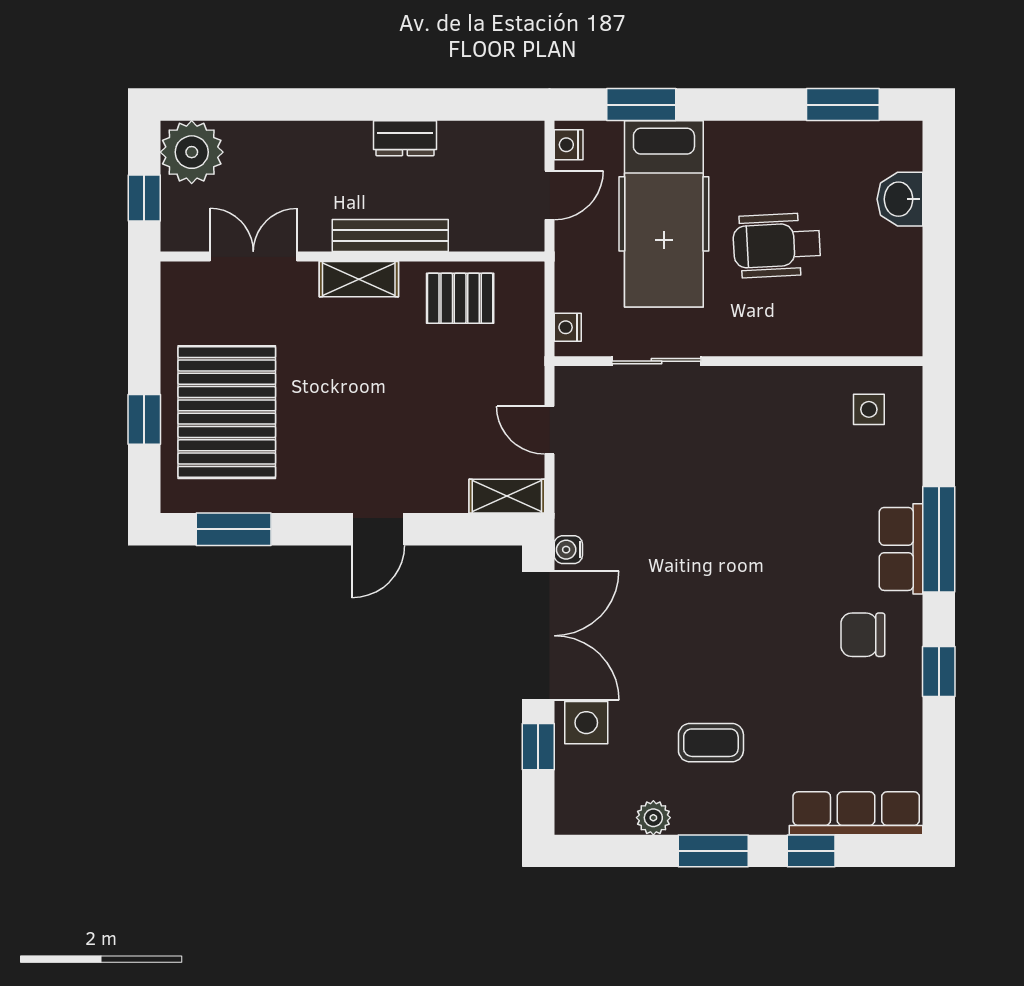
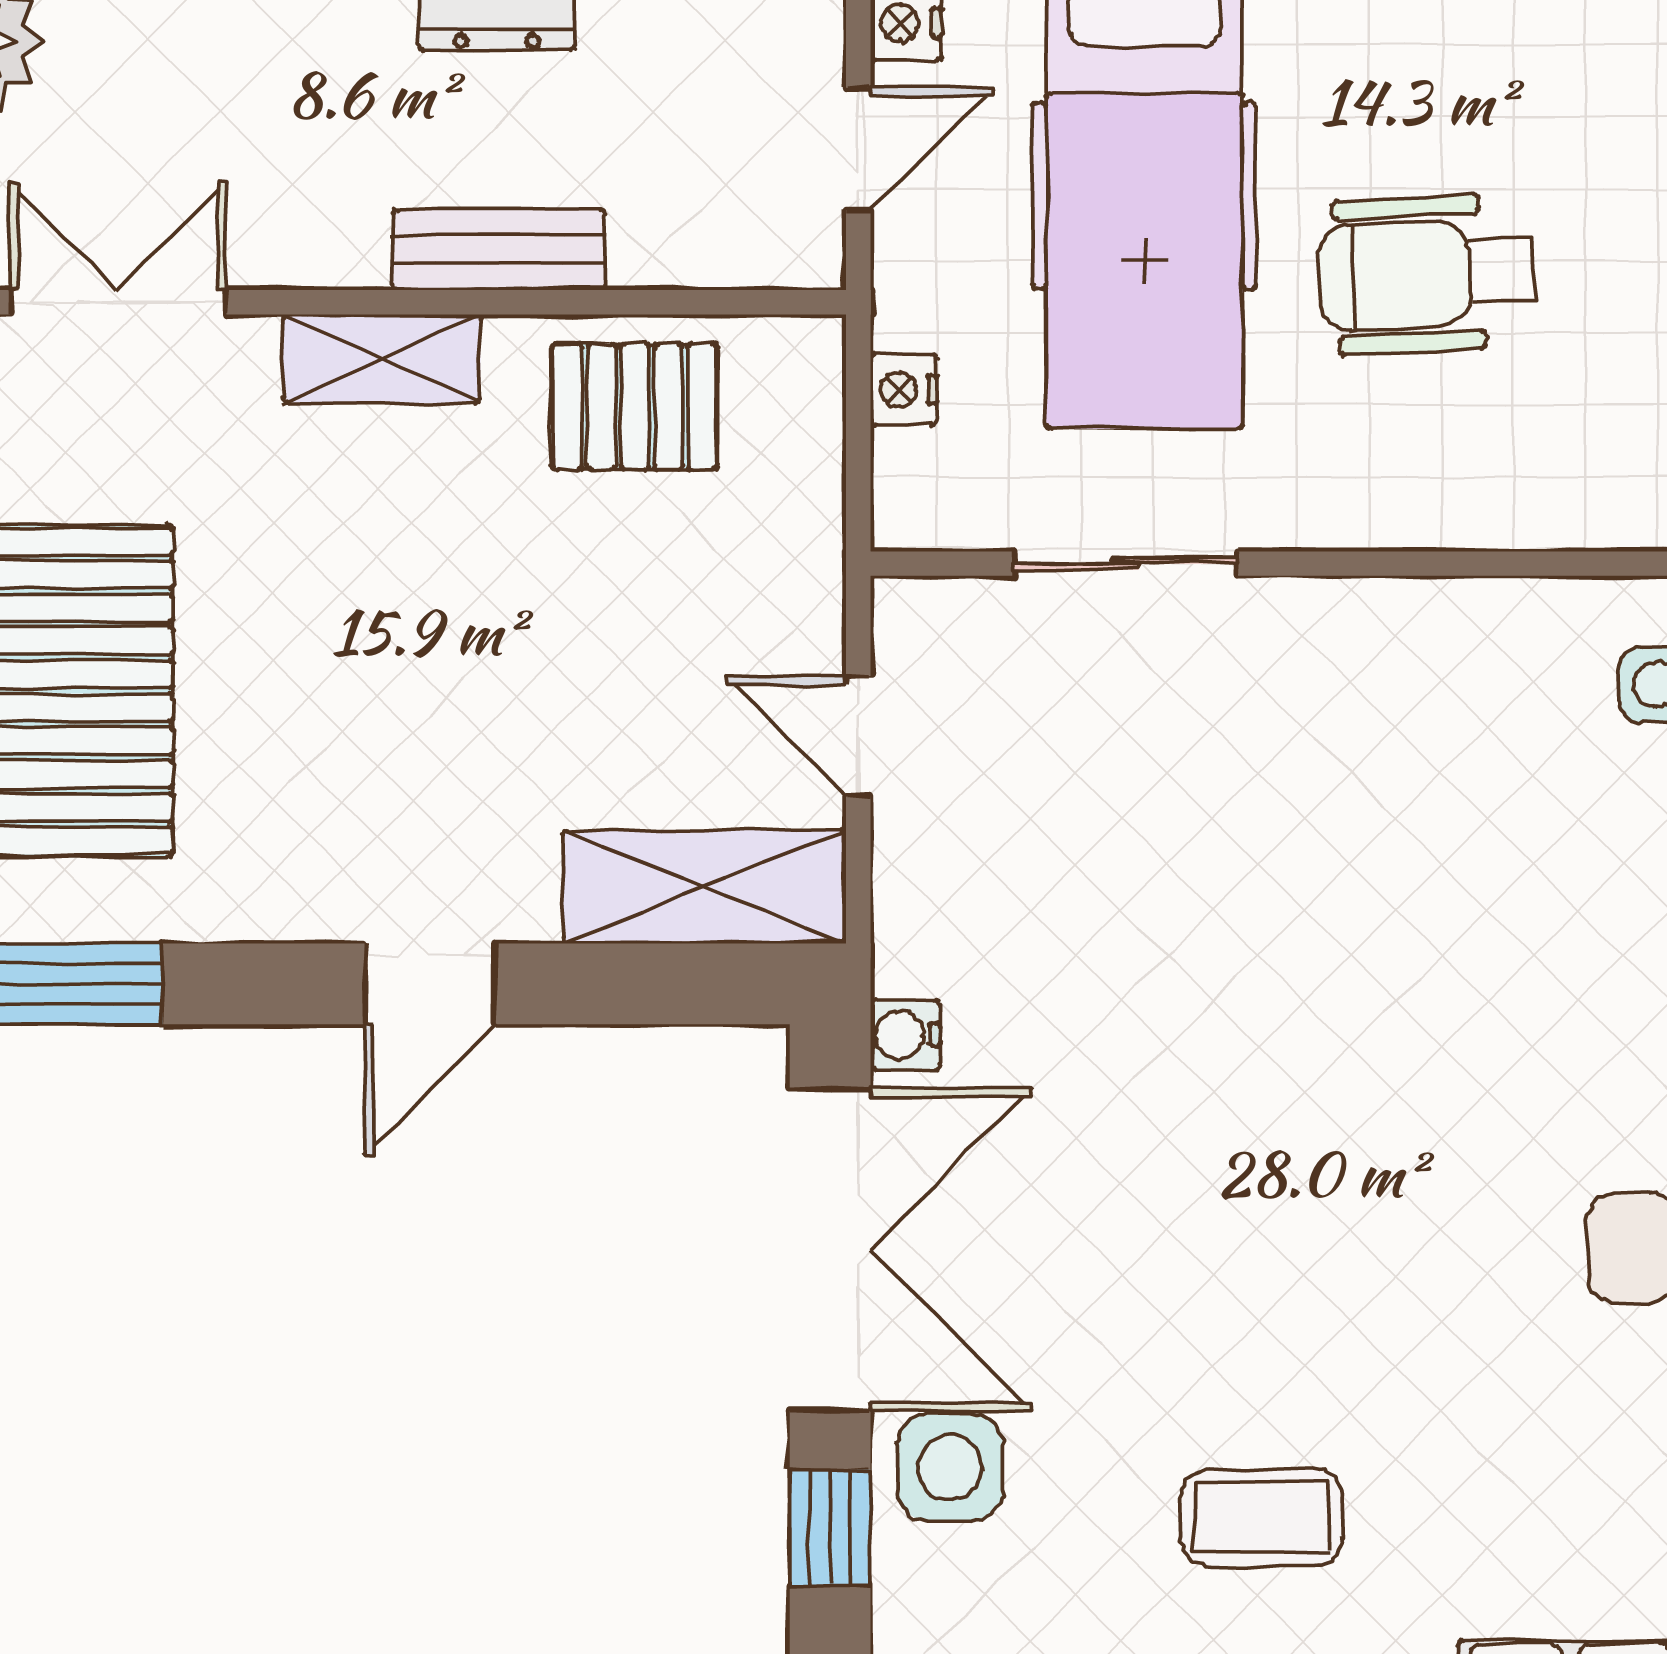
bench: (390, 236) -> (499, 250), width x0.73
nightstand: (568, 327) -> (904, 390), moved
shelving: (507, 496) -> (704, 887), width x1.50, depth x1.33

